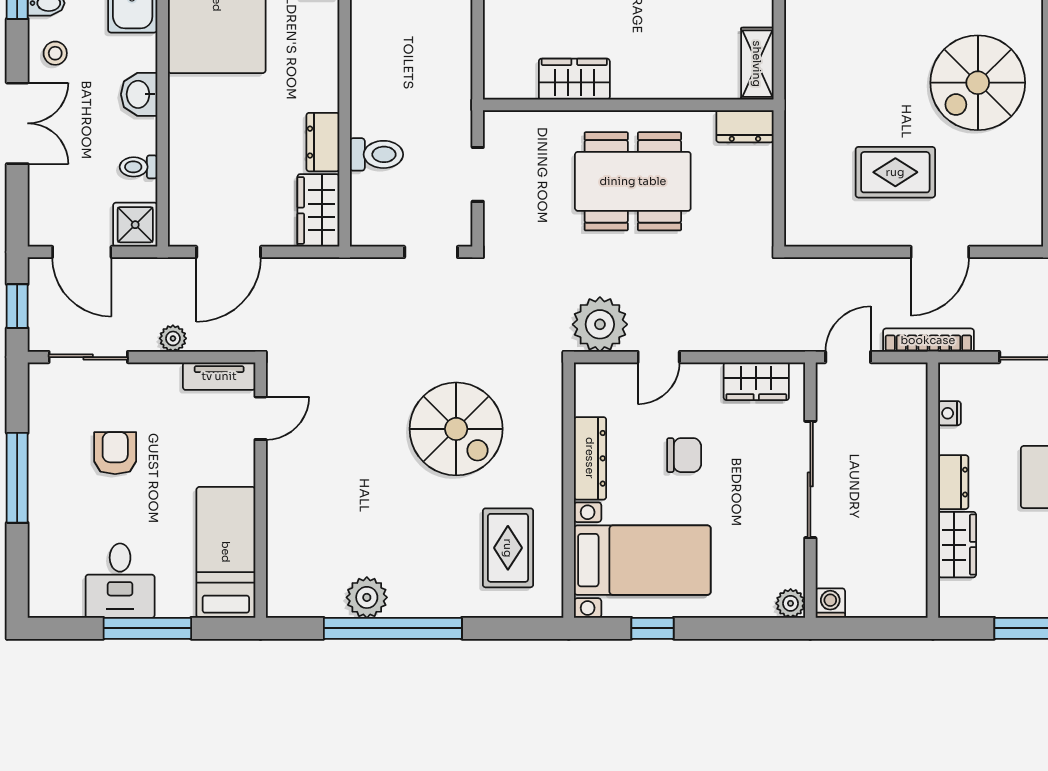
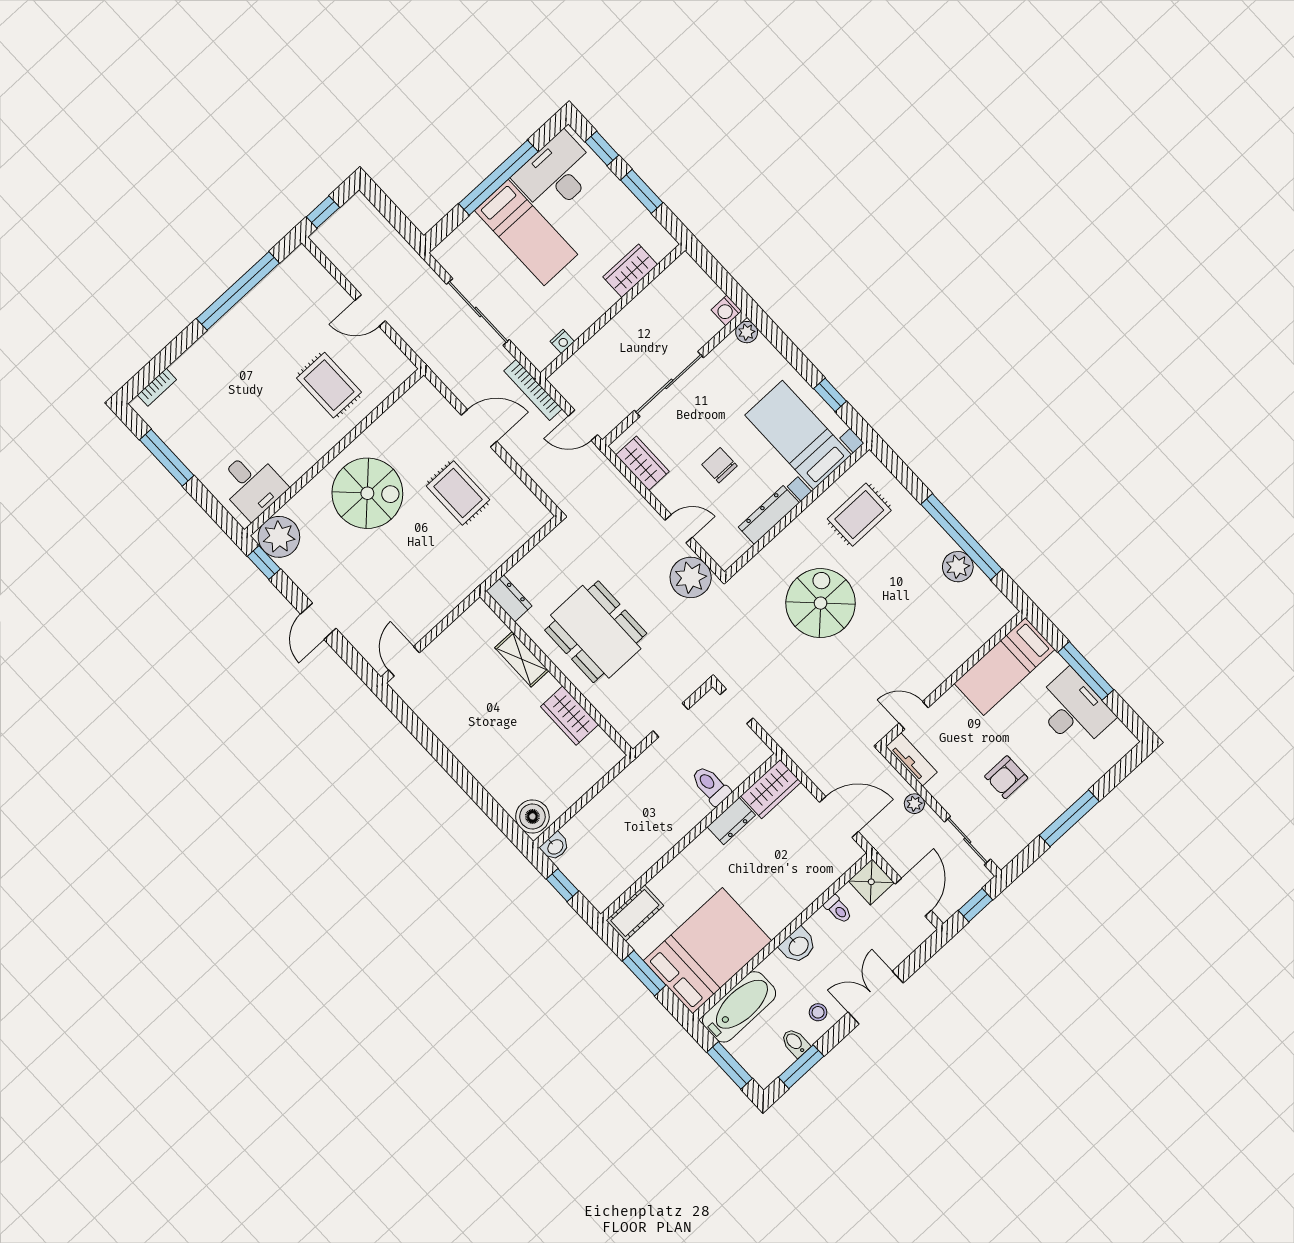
shelving: (757, 64) -> (522, 659), moved, turned 90
dresser: (953, 482) -> (598, 305), removed
desk: (120, 581) -> (1073, 710), width x1.37

